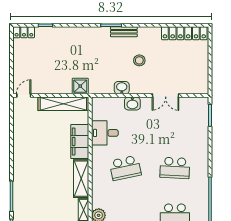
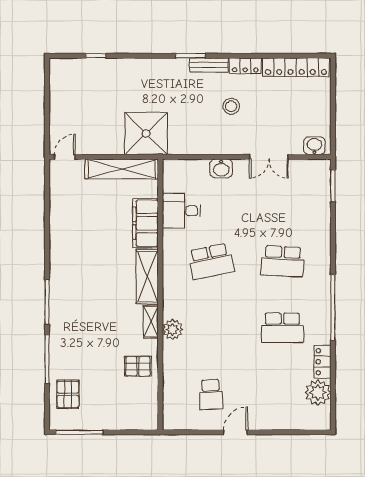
locker: (24, 32) -> (245, 66), moved
shower: (80, 86) -> (146, 134), width x1.86, depth x1.86
washbasin: (122, 88) -> (314, 146), moved

